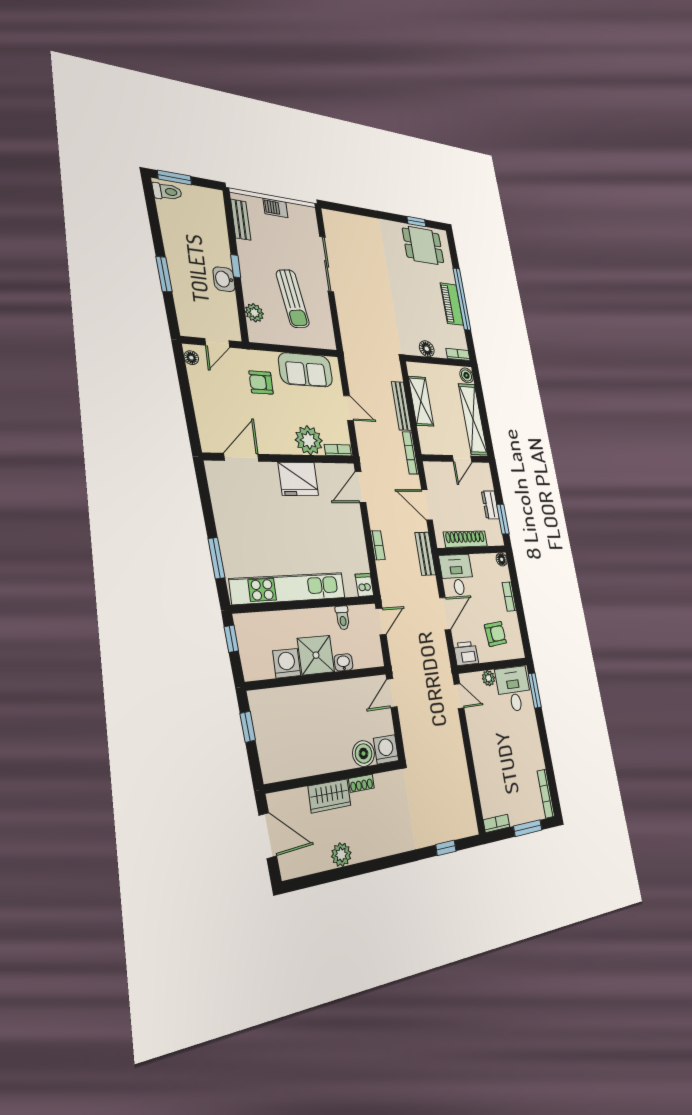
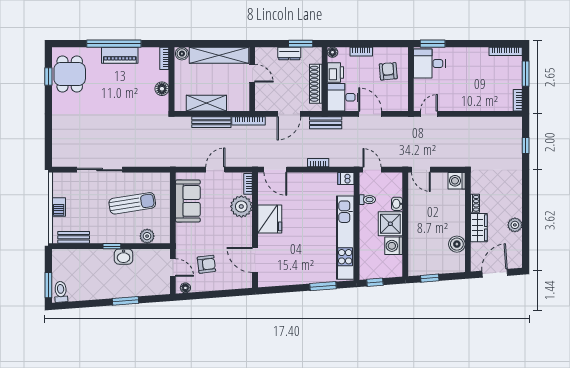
armchair: (261, 382) -> (206, 264), moved, turned -97
printer: (466, 653) -> (335, 72), moved, turned 180
plant: (489, 678) -> (419, 85), removed
boiler: (363, 753) -> (457, 244), moved

